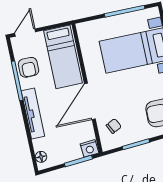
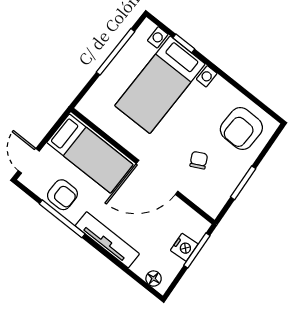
door: (90, 101) -> (157, 177), hinge flipped
chair: (114, 126) -> (199, 160), moved
nightstand: (90, 148) -> (184, 247), moved

